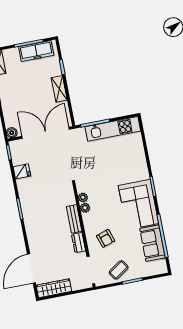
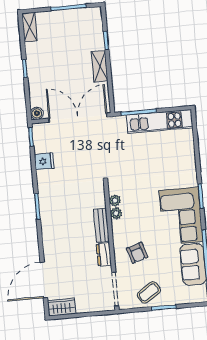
freezer: (36, 51) -> (77, 18), removed
wardrobe: (54, 288) -> (62, 307), width x0.67

